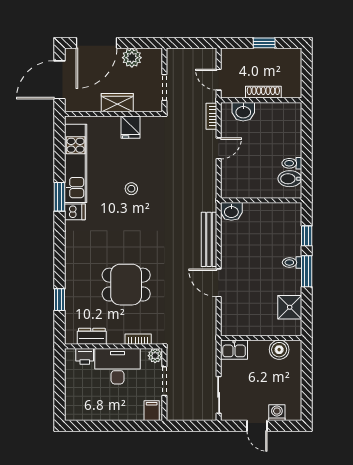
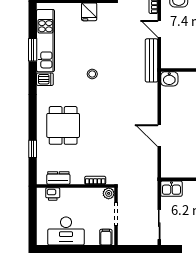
door: (219, 148) -> (159, 29), swing flipped
stool: (131, 189) -> (92, 74), moved
window: (59, 197) -> (33, 50), moved
bench: (209, 239) -> (152, 60), moved
dining table: (126, 285) -> (63, 125), moved, turned 90
desk: (118, 366) -> (66, 231), moved, turned 180

